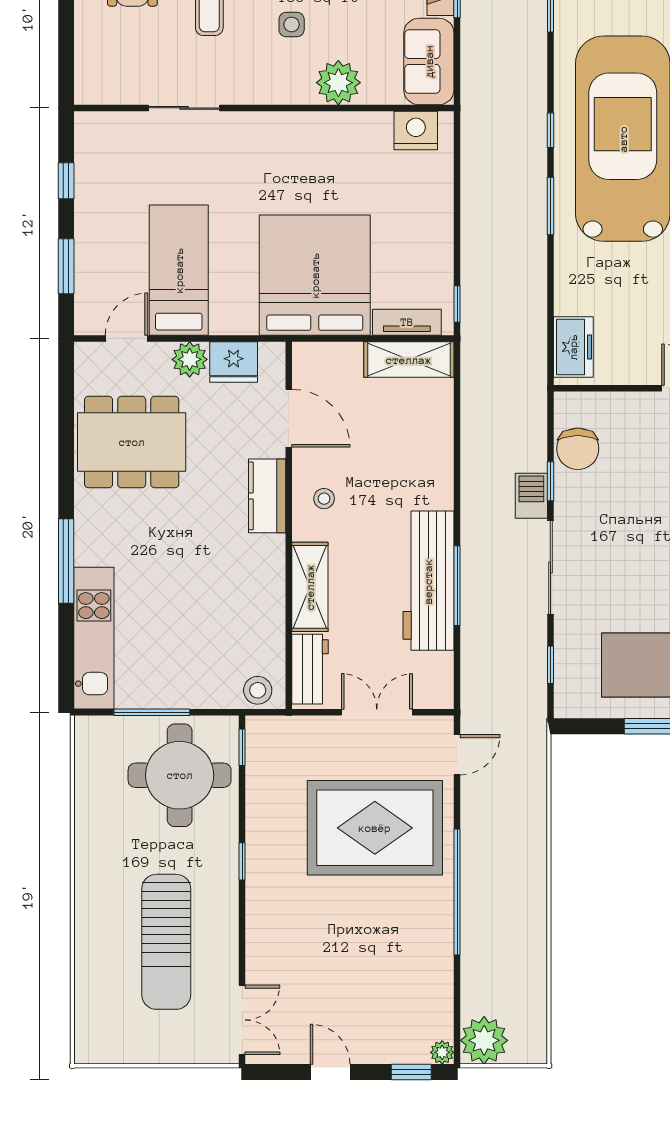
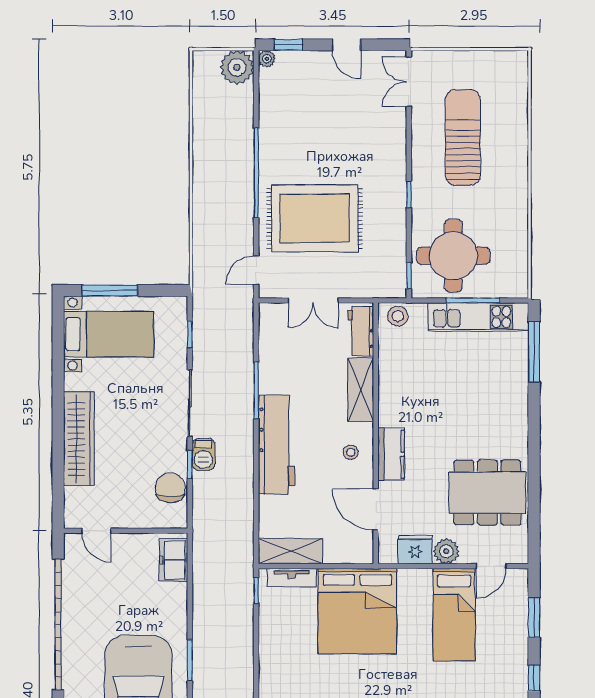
window: (66, 561) -> (534, 352), moved
workbench: (428, 581) -> (276, 445), moved
kitchen unit: (94, 638) -> (478, 317), moved, turned -90

